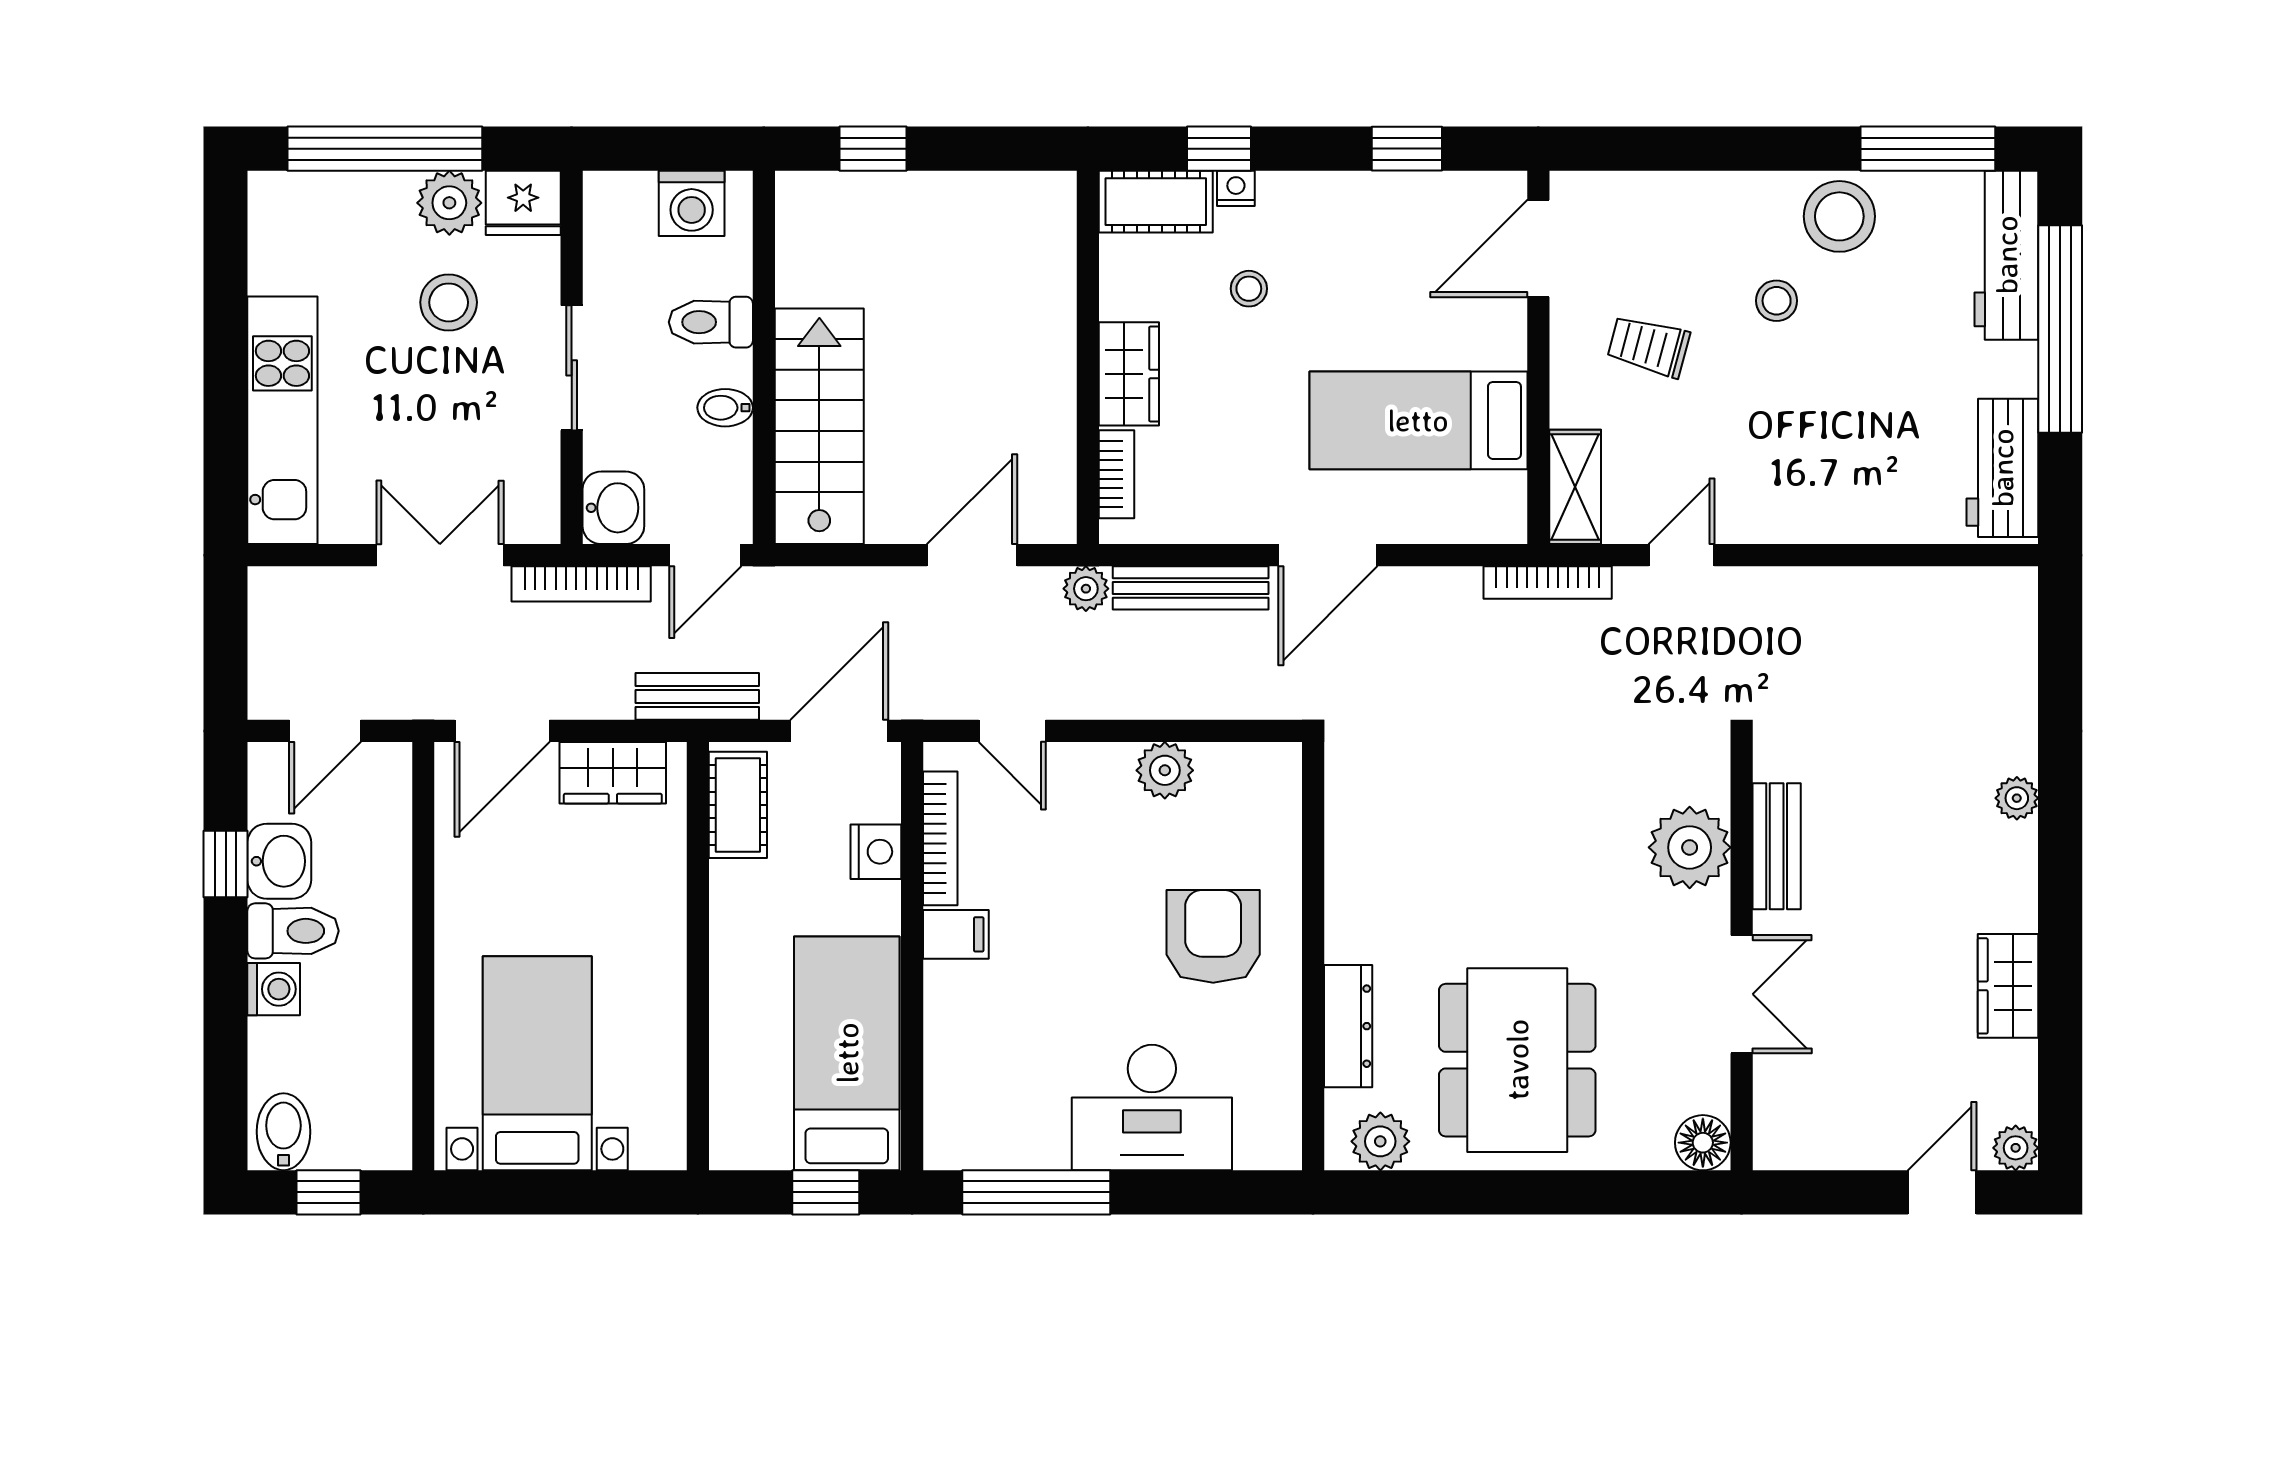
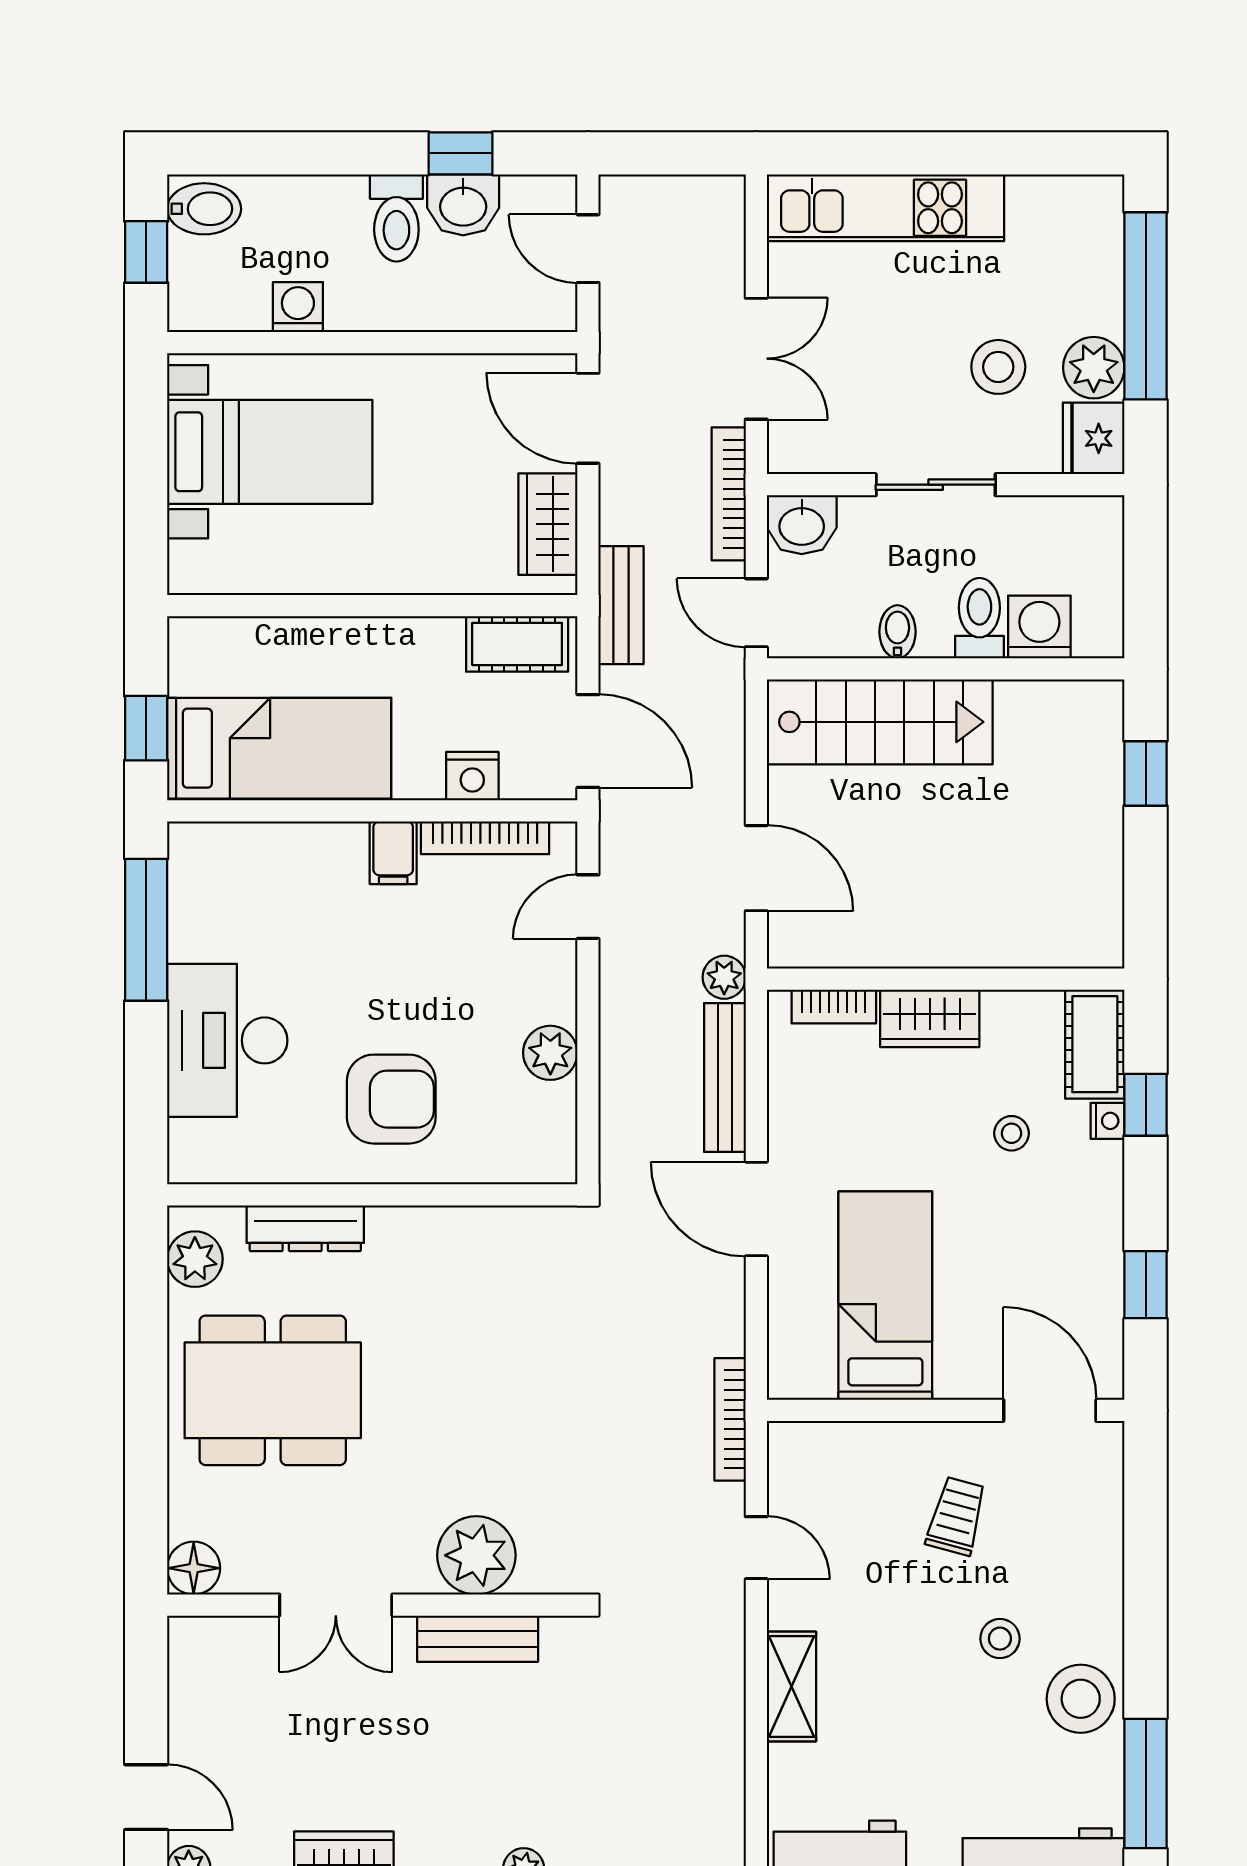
washing machine: (692, 203) -> (1039, 627), moved, turned 90
shelving: (1575, 487) -> (791, 1687), moved, turned 90
washing machine: (274, 989) -> (298, 307), moved, turned 180

